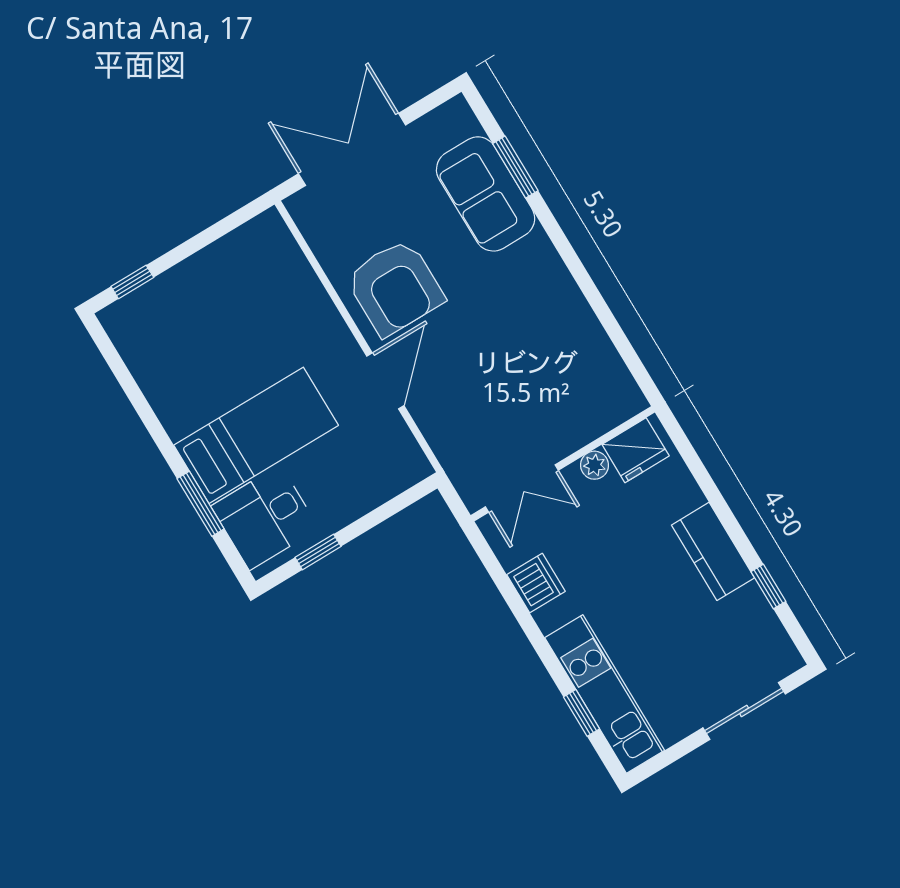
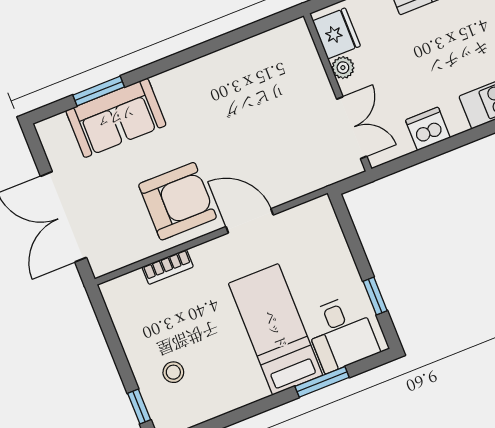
bookcase: (311, 289) -> (168, 267), added
stool: (182, 317) -> (173, 372), added

